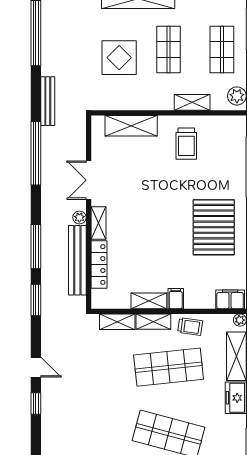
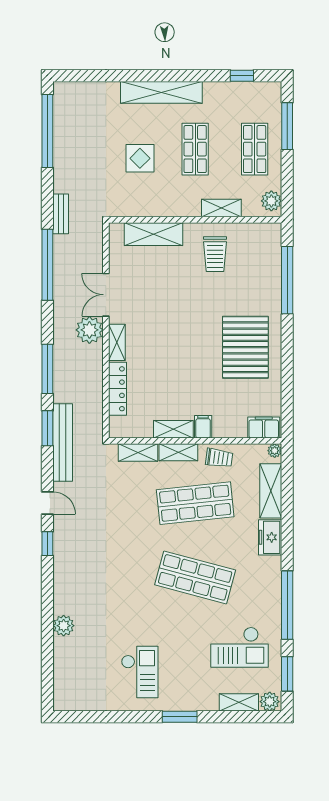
display table: (119, 58) -> (140, 158), width x0.73, depth x0.73
bench: (48, 101) -> (61, 214), width x0.73
plant: (79, 217) -> (89, 330), width x1.88, depth x1.88
bench: (77, 260) -> (63, 443), moved

